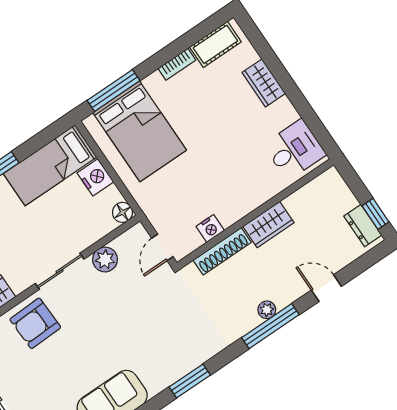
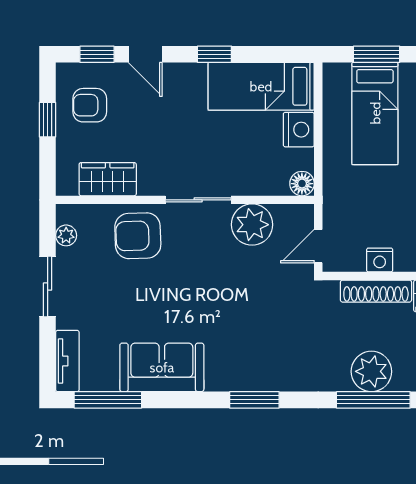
window: (113, 90) -> (377, 54), width x0.69
bed: (140, 131) -> (375, 113), width x0.67
plant: (105, 259) -> (252, 225), width x1.36, depth x1.36
plant: (267, 310) -> (371, 371), width x1.87, depth x1.87

